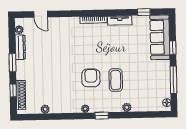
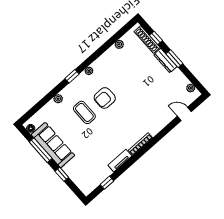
sofa: (160, 37) -> (53, 145), moved
dresser: (20, 47) -> (165, 61), moved
armchair: (91, 78) -> (105, 98), turned 90

